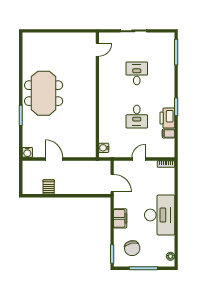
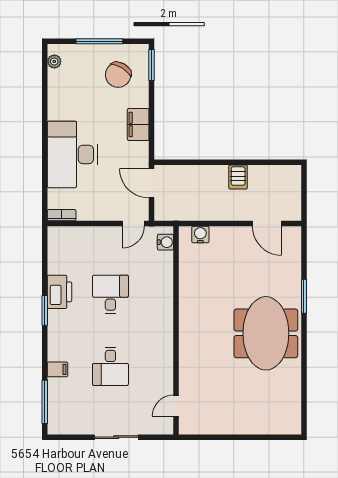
filing cabinet: (169, 133) -> (57, 369), moved
water cooler: (27, 152) -> (200, 235), moved
door: (54, 159) -> (267, 223), moved
door: (139, 159) -> (133, 223), moved
server rack: (49, 187) -> (238, 177), moved
desk: (160, 215) -> (72, 154), moved
chair: (132, 248) -> (118, 75), turned -136

